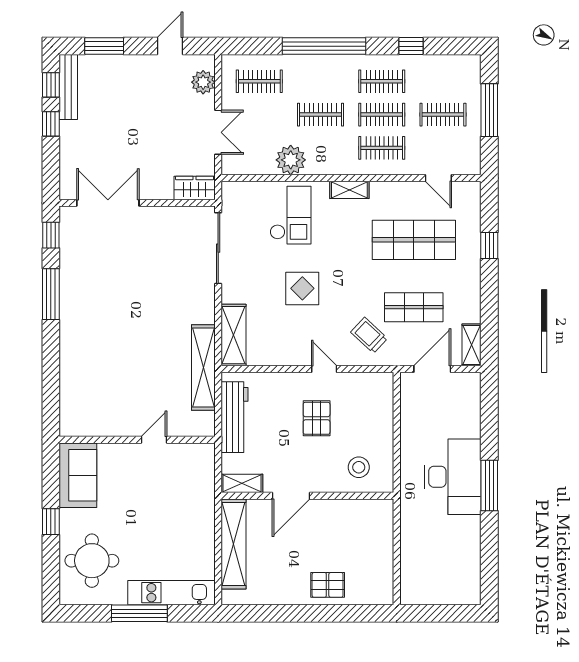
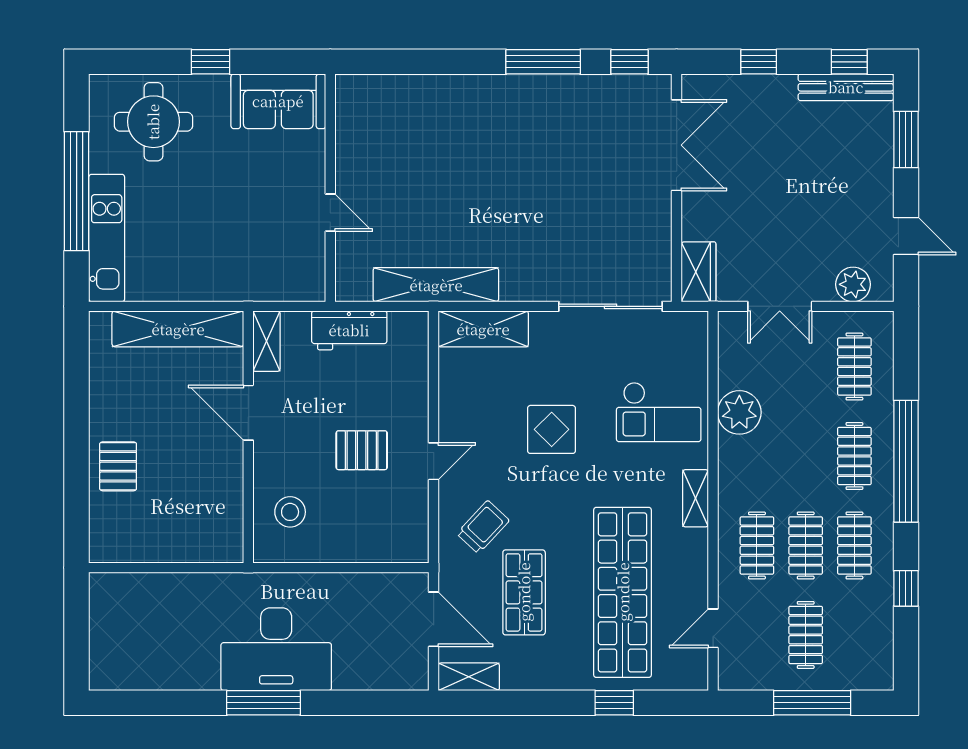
clothes rail: (321, 115) -> (854, 456), moved
window: (51, 124) -> (759, 62), moved
shop shelf: (414, 240) -> (623, 592), width x1.40
workbench: (235, 417) -> (349, 330), width x0.73
window: (139, 613) -> (77, 191), width x1.46

